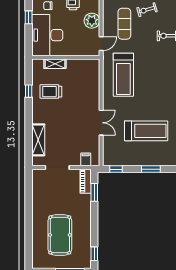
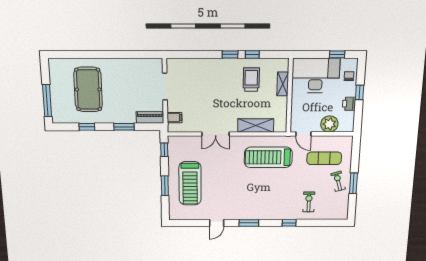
window: (29, 110) -> (230, 54), added
treadmill: (146, 131) -> (190, 183), moved
shelving: (38, 140) -> (256, 125), moved
window: (94, 192) -> (124, 127), moved
pool table: (60, 235) -> (88, 89), turned 90
window: (94, 254) -> (87, 127), moved

